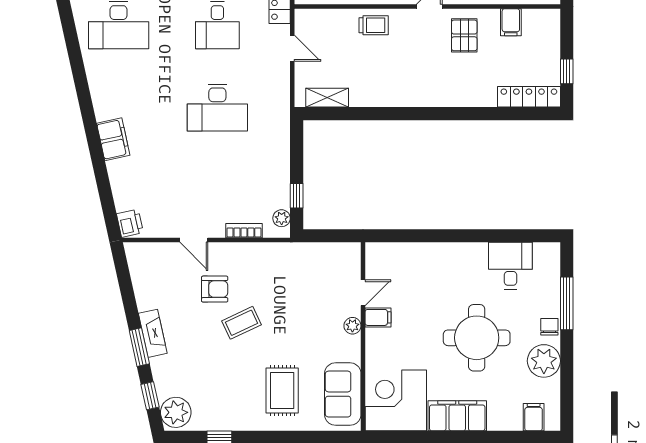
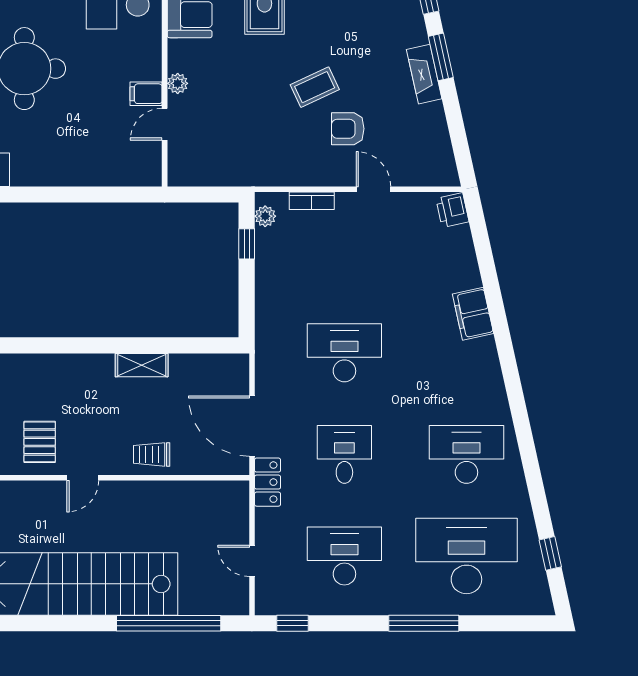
door: (292, 48) -> (252, 426), width x1.87
shelving: (327, 98) -> (142, 365), moved

